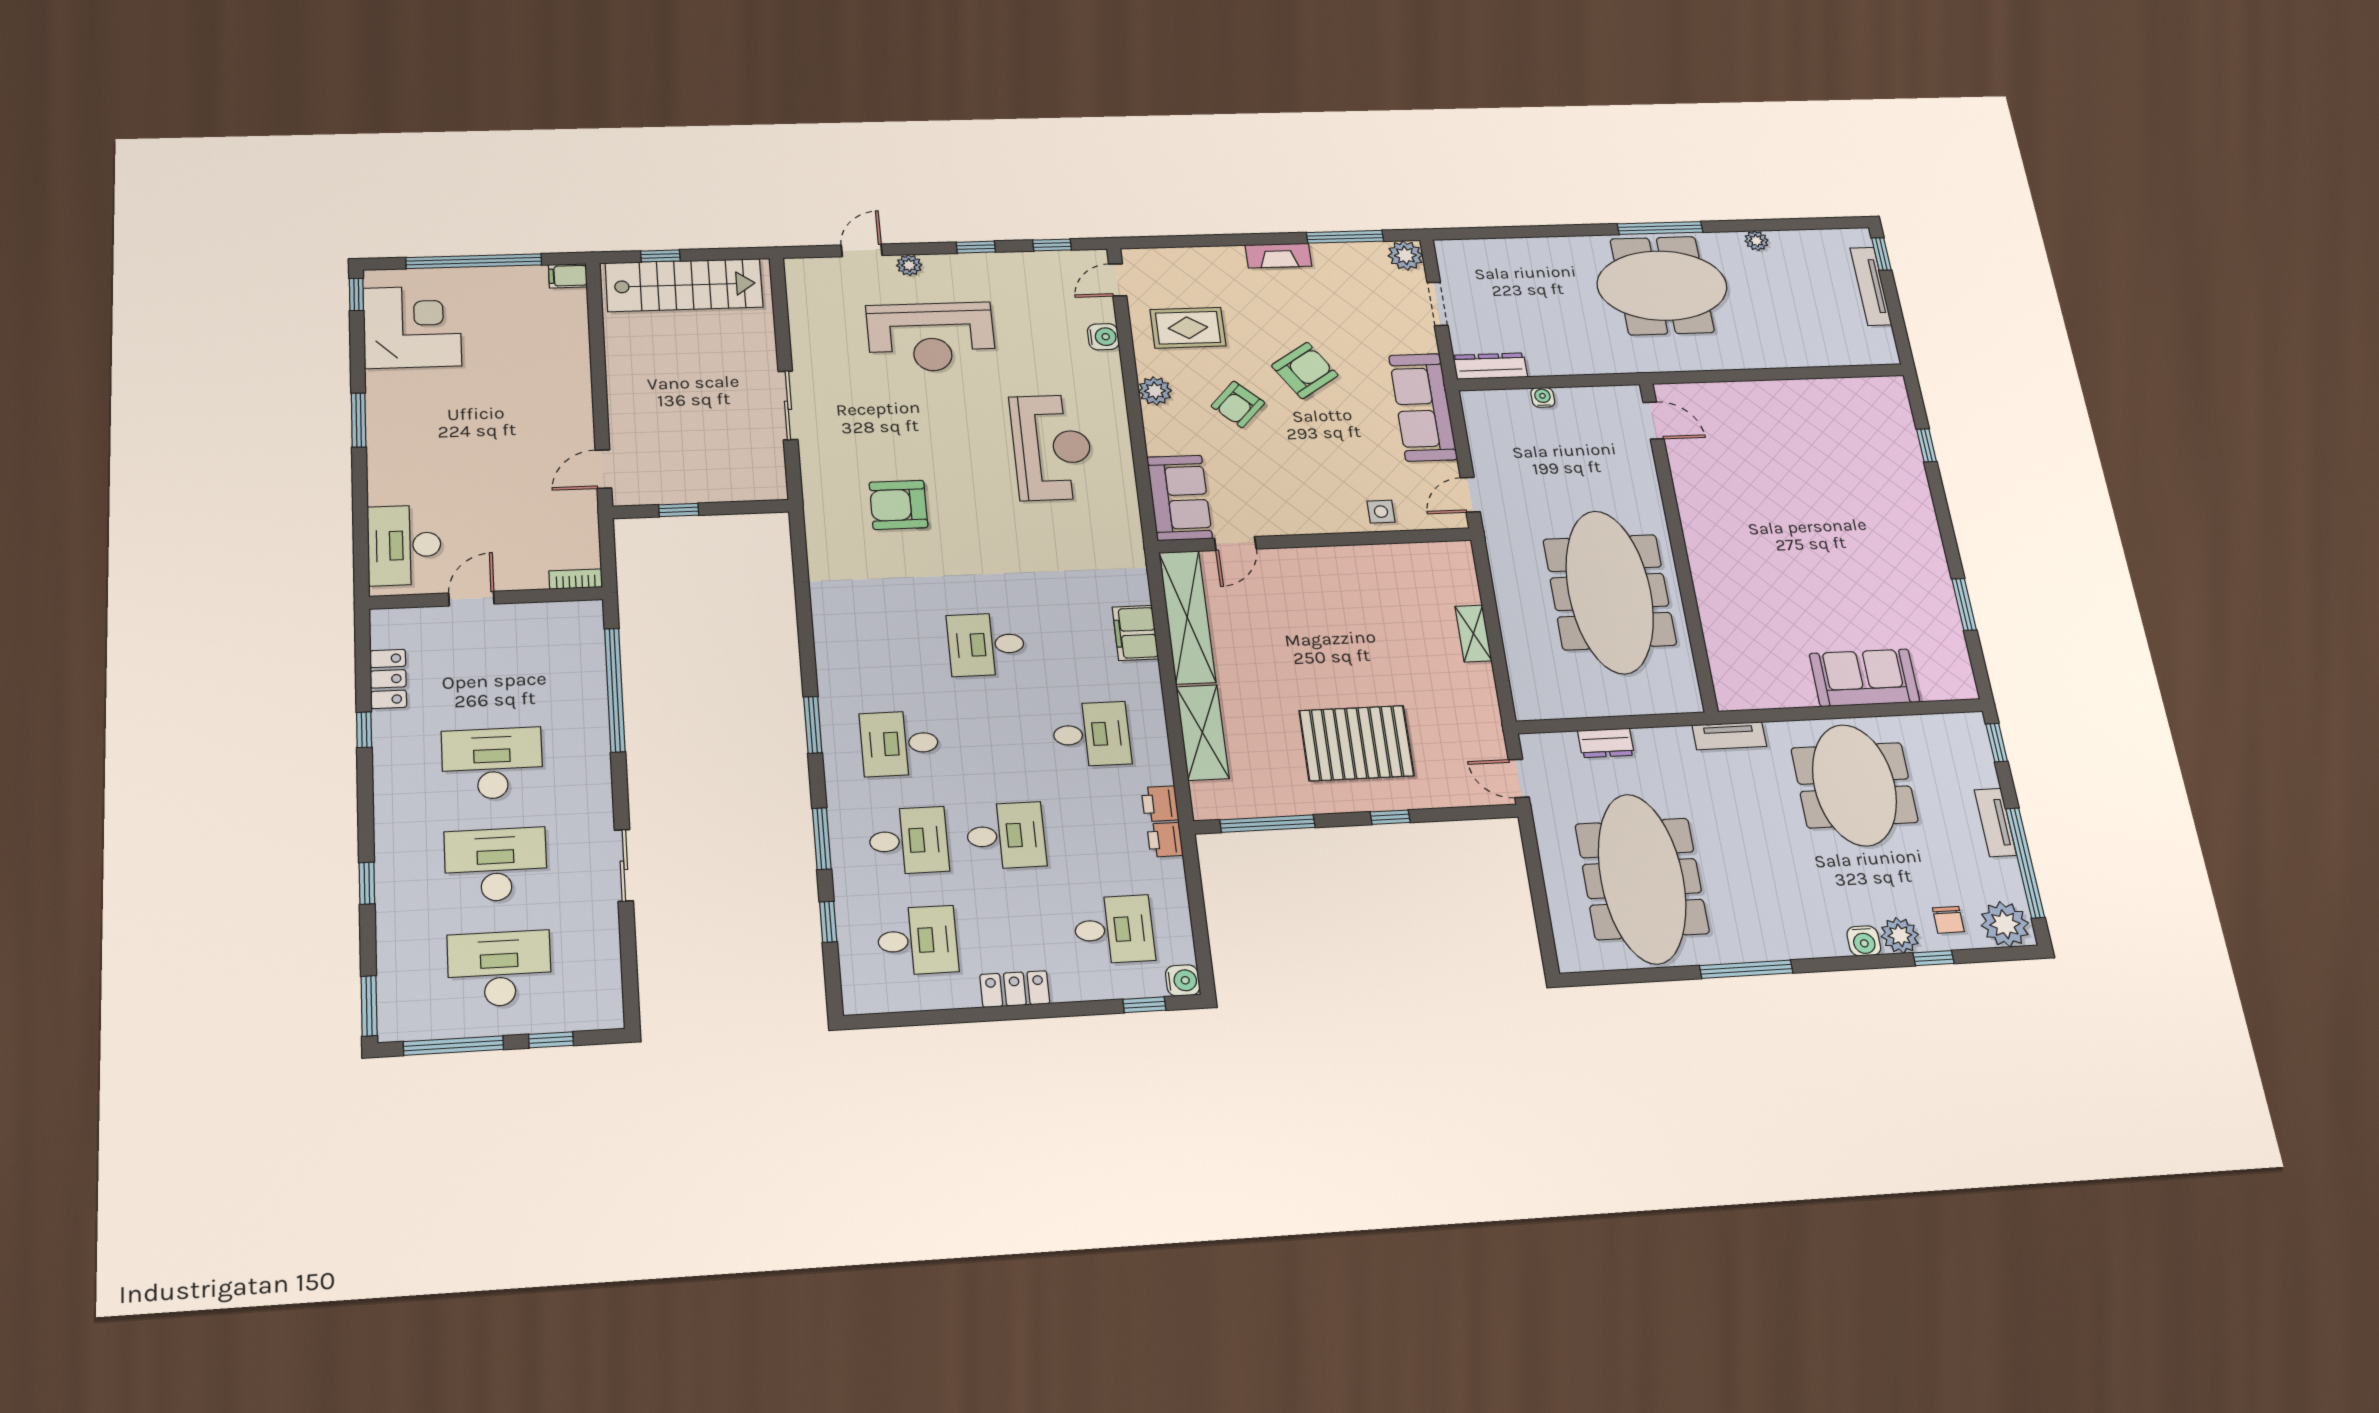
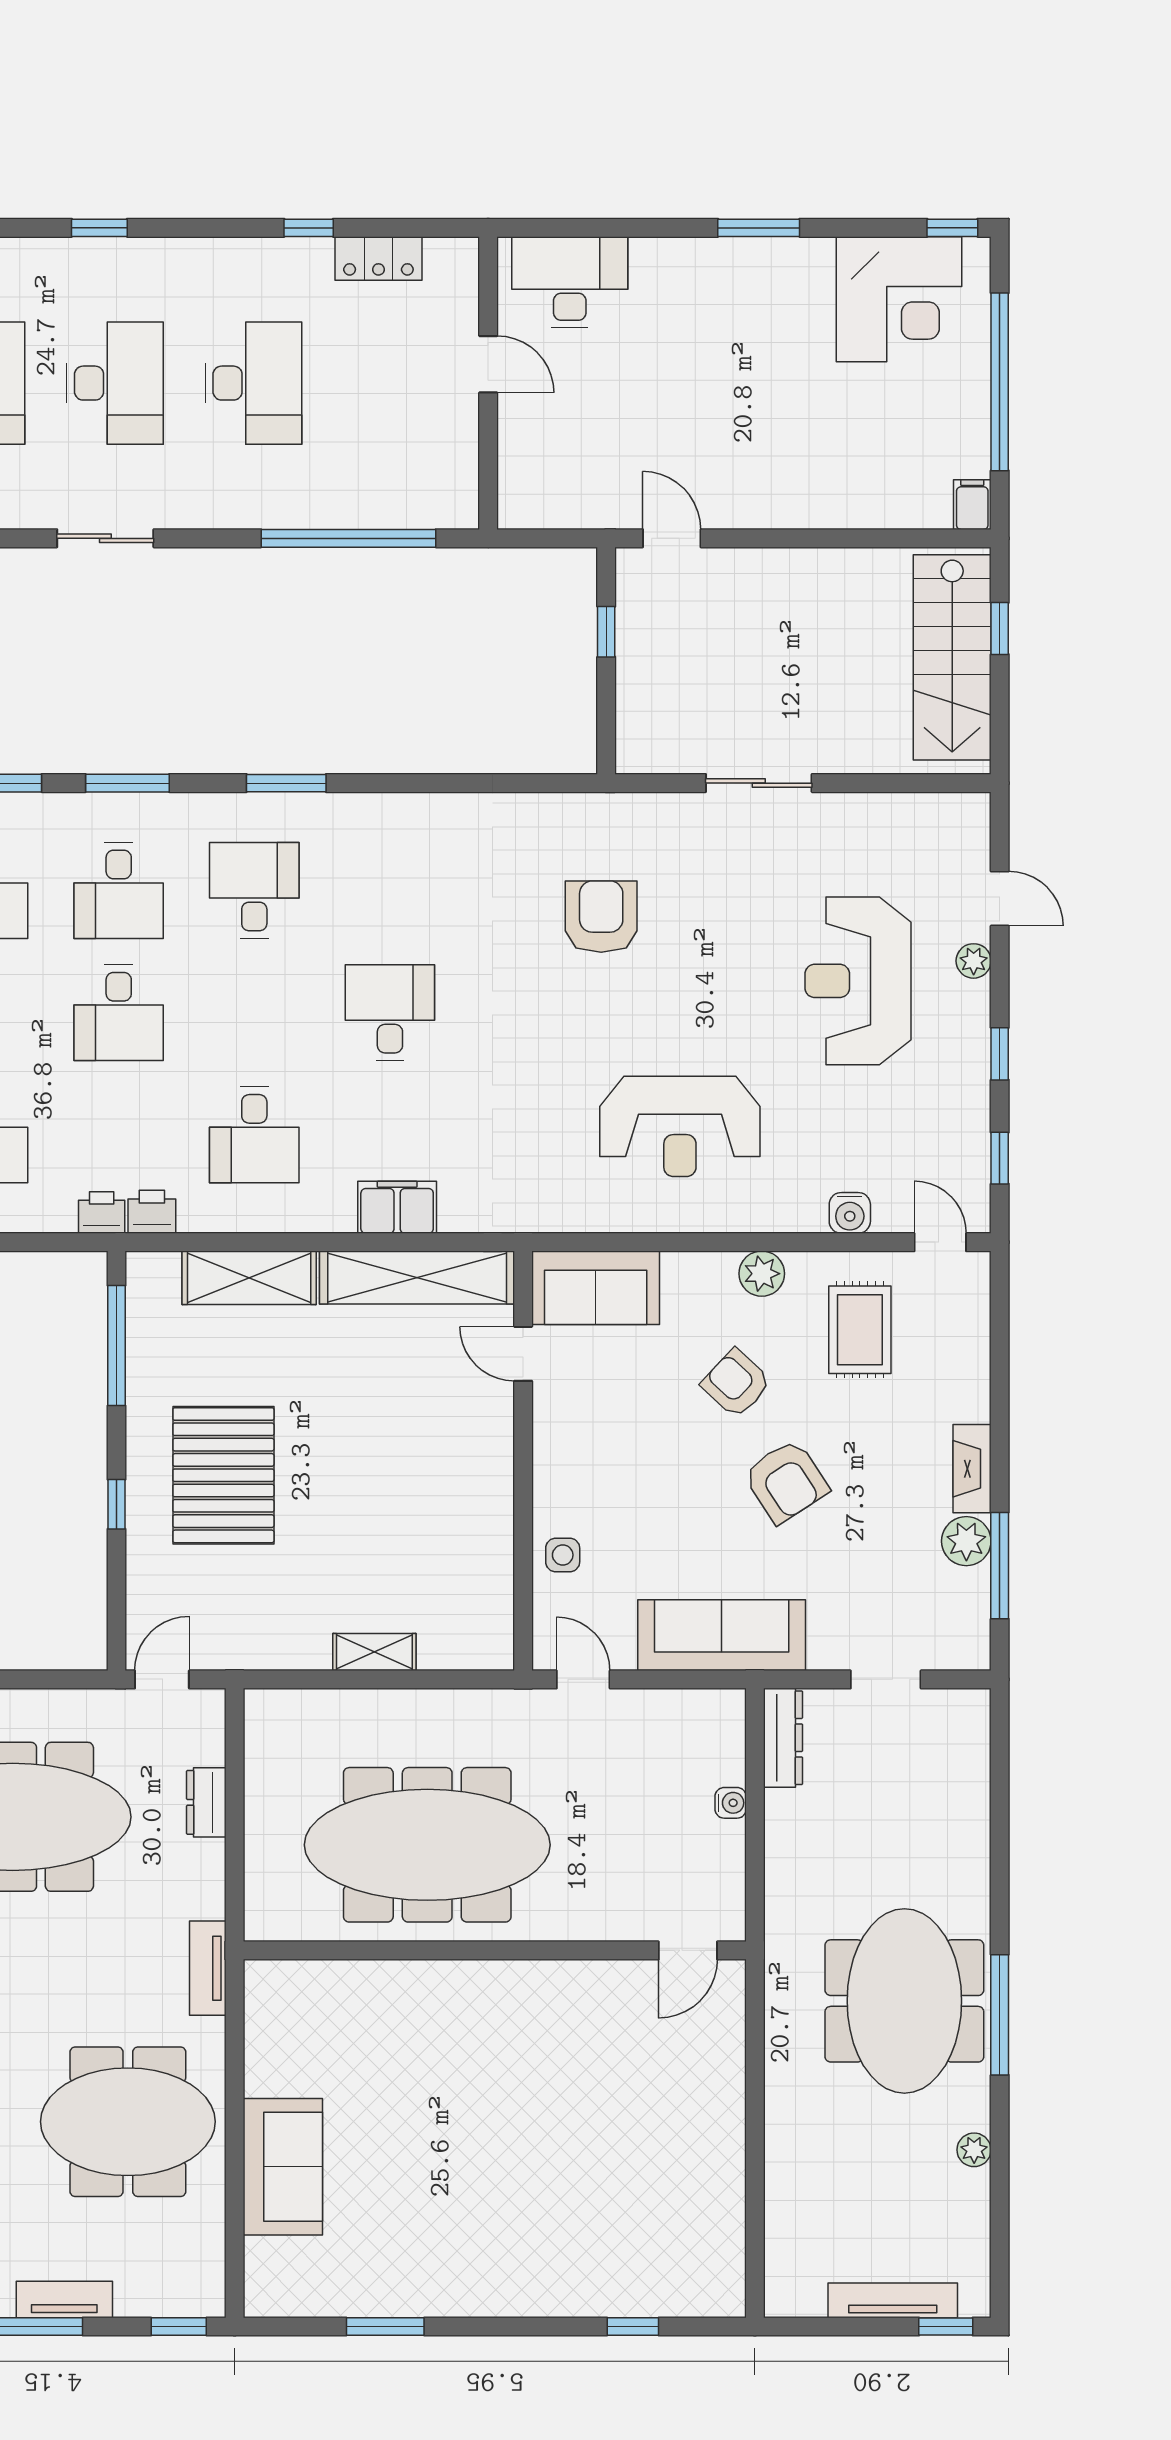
plant: (1405, 255) -> (966, 1541), moved
bookcase: (576, 579) -> (510, 496), removed

